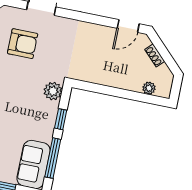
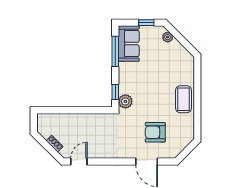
plant: (149, 88) -> (54, 118), removed
window: (61, 119) -> (115, 92), moved

